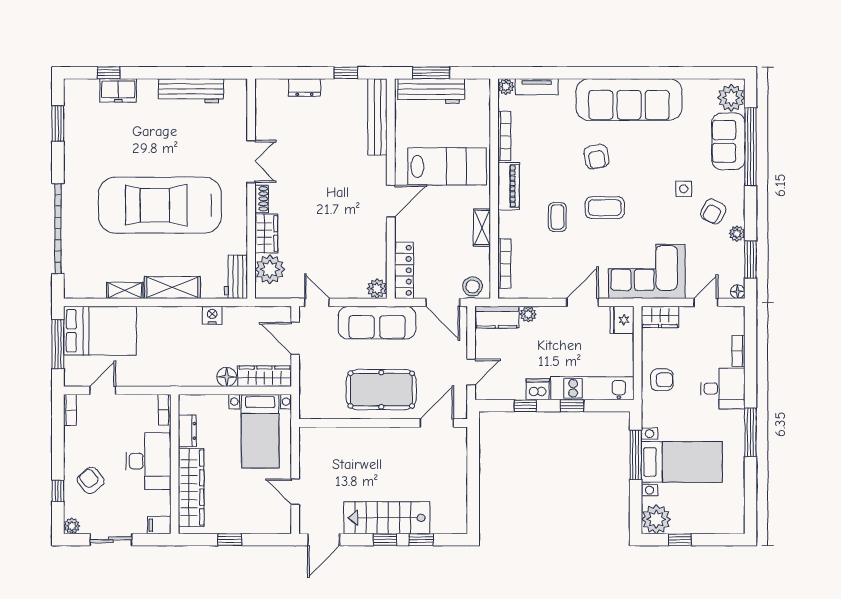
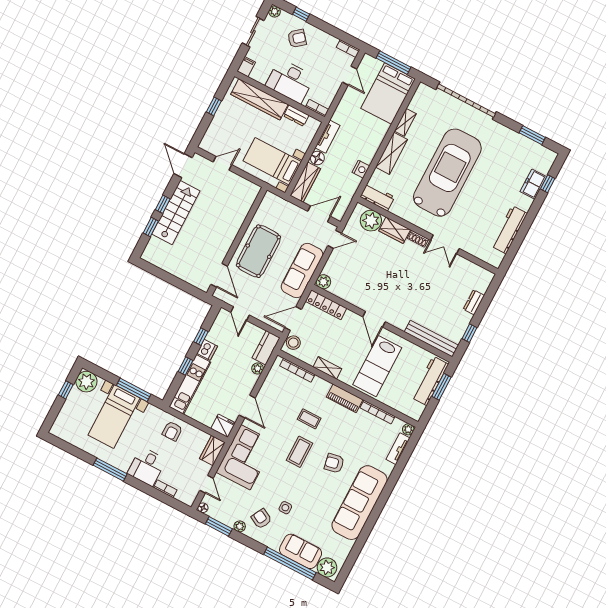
tv unit: (193, 378) -> (328, 137), added

